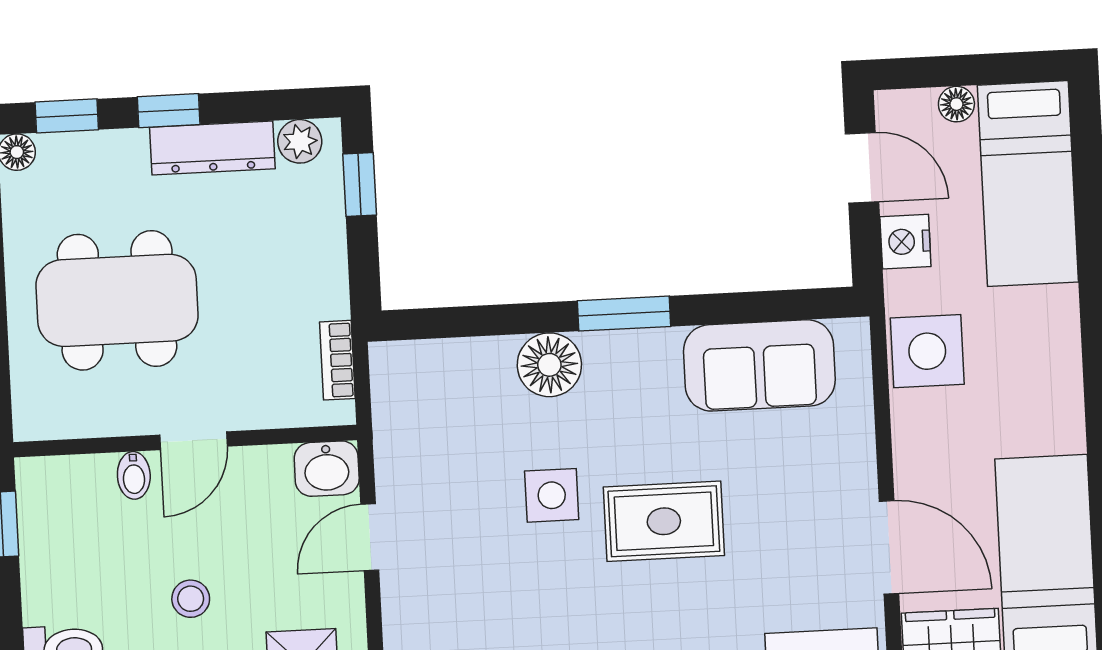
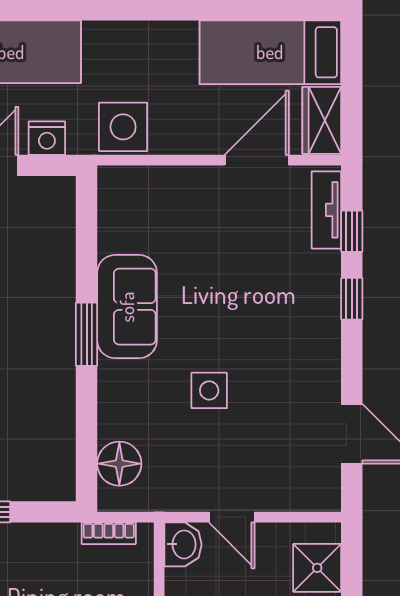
floor lamp: (549, 365) -> (119, 464), moved
sofa: (759, 365) -> (127, 307), moved
rug: (664, 521) -> (231, 314), removed

